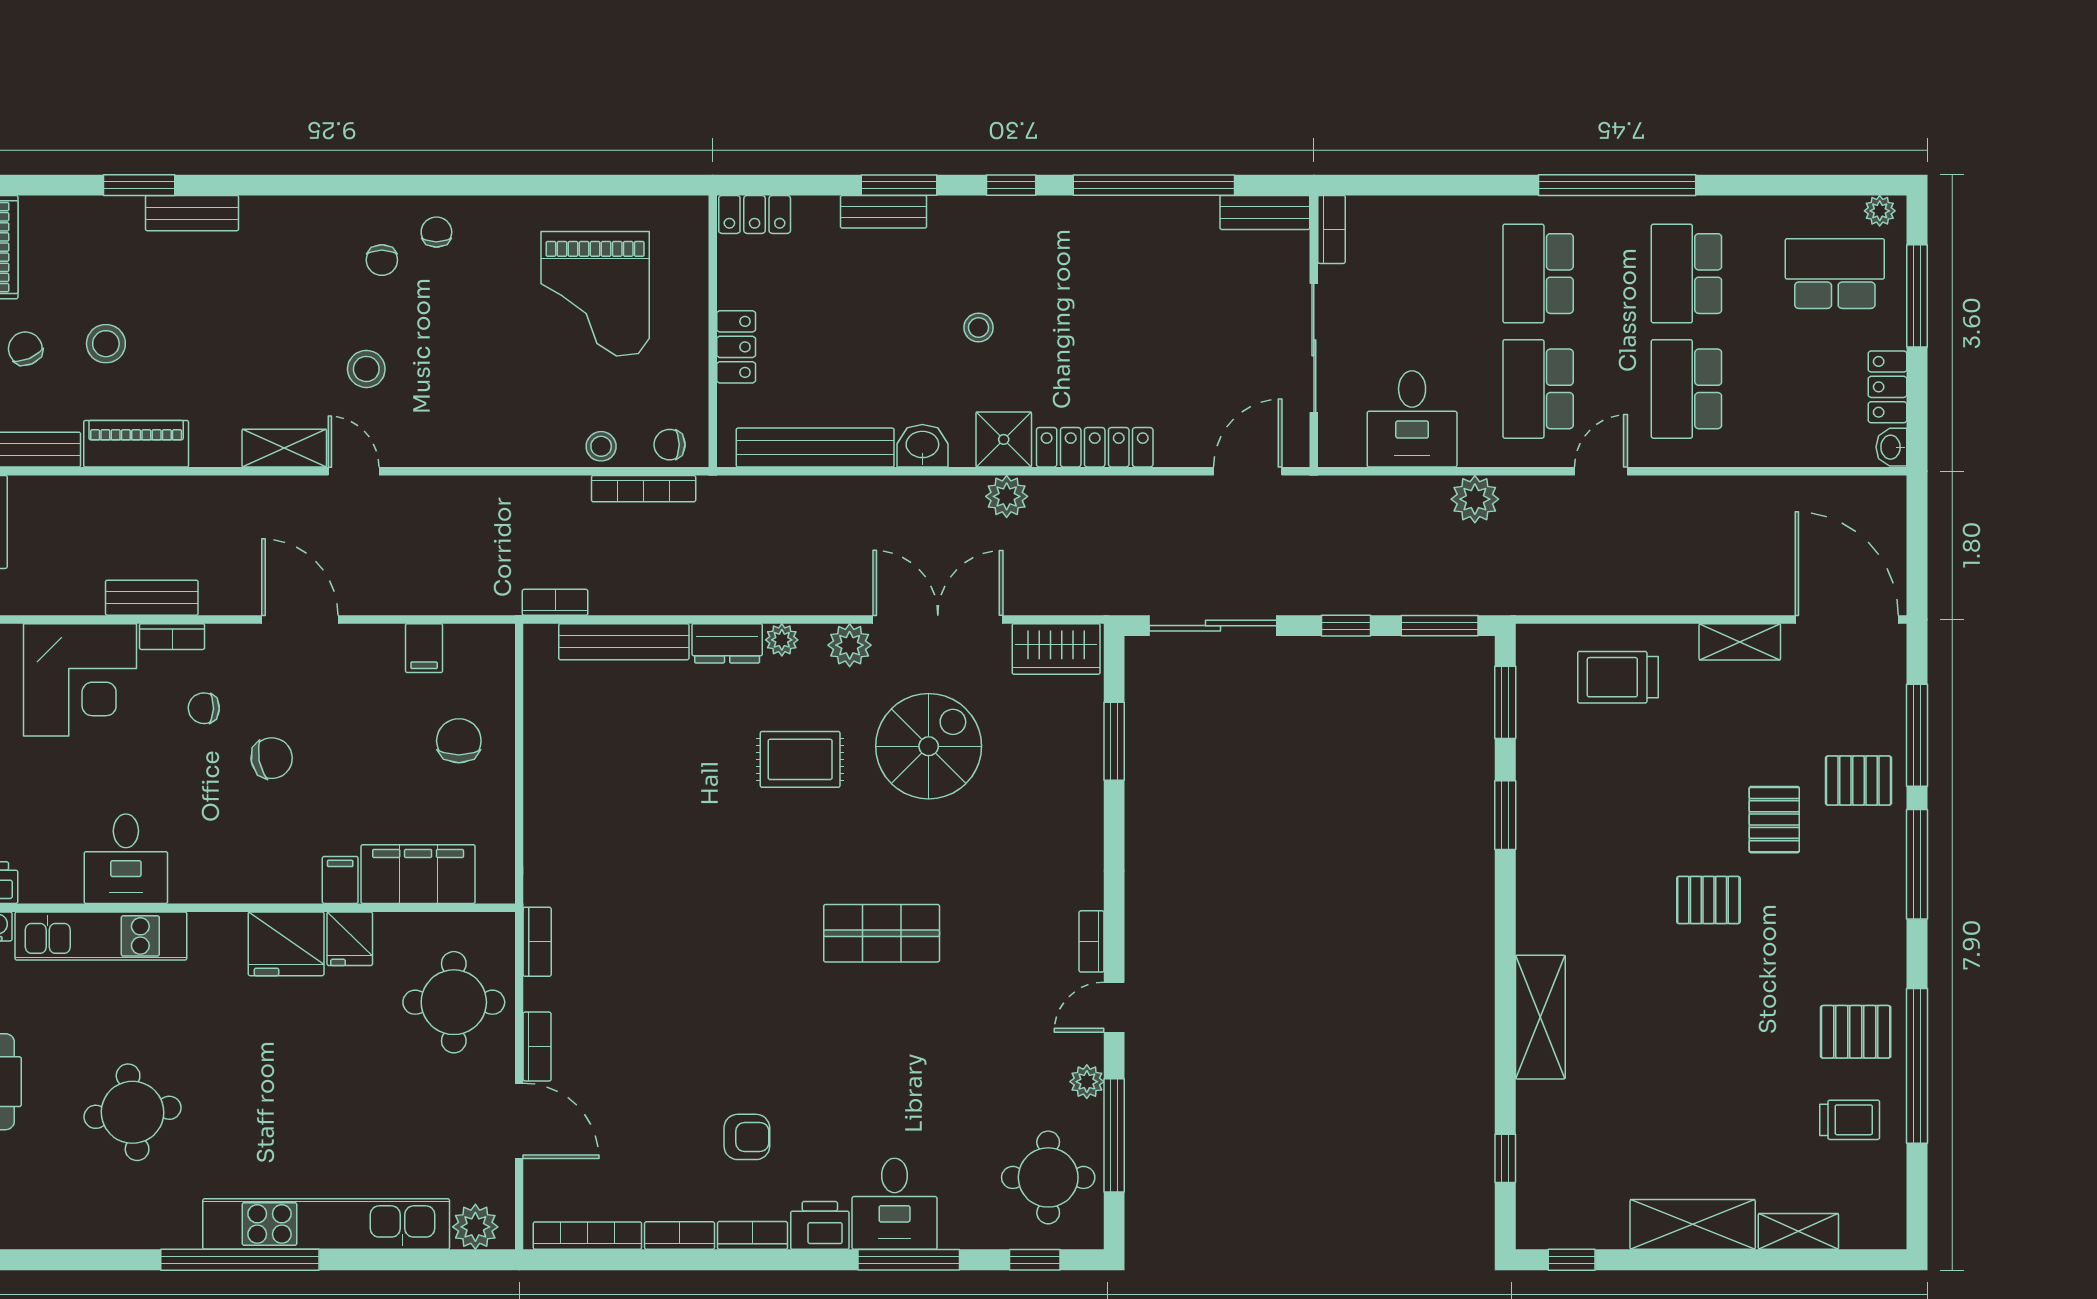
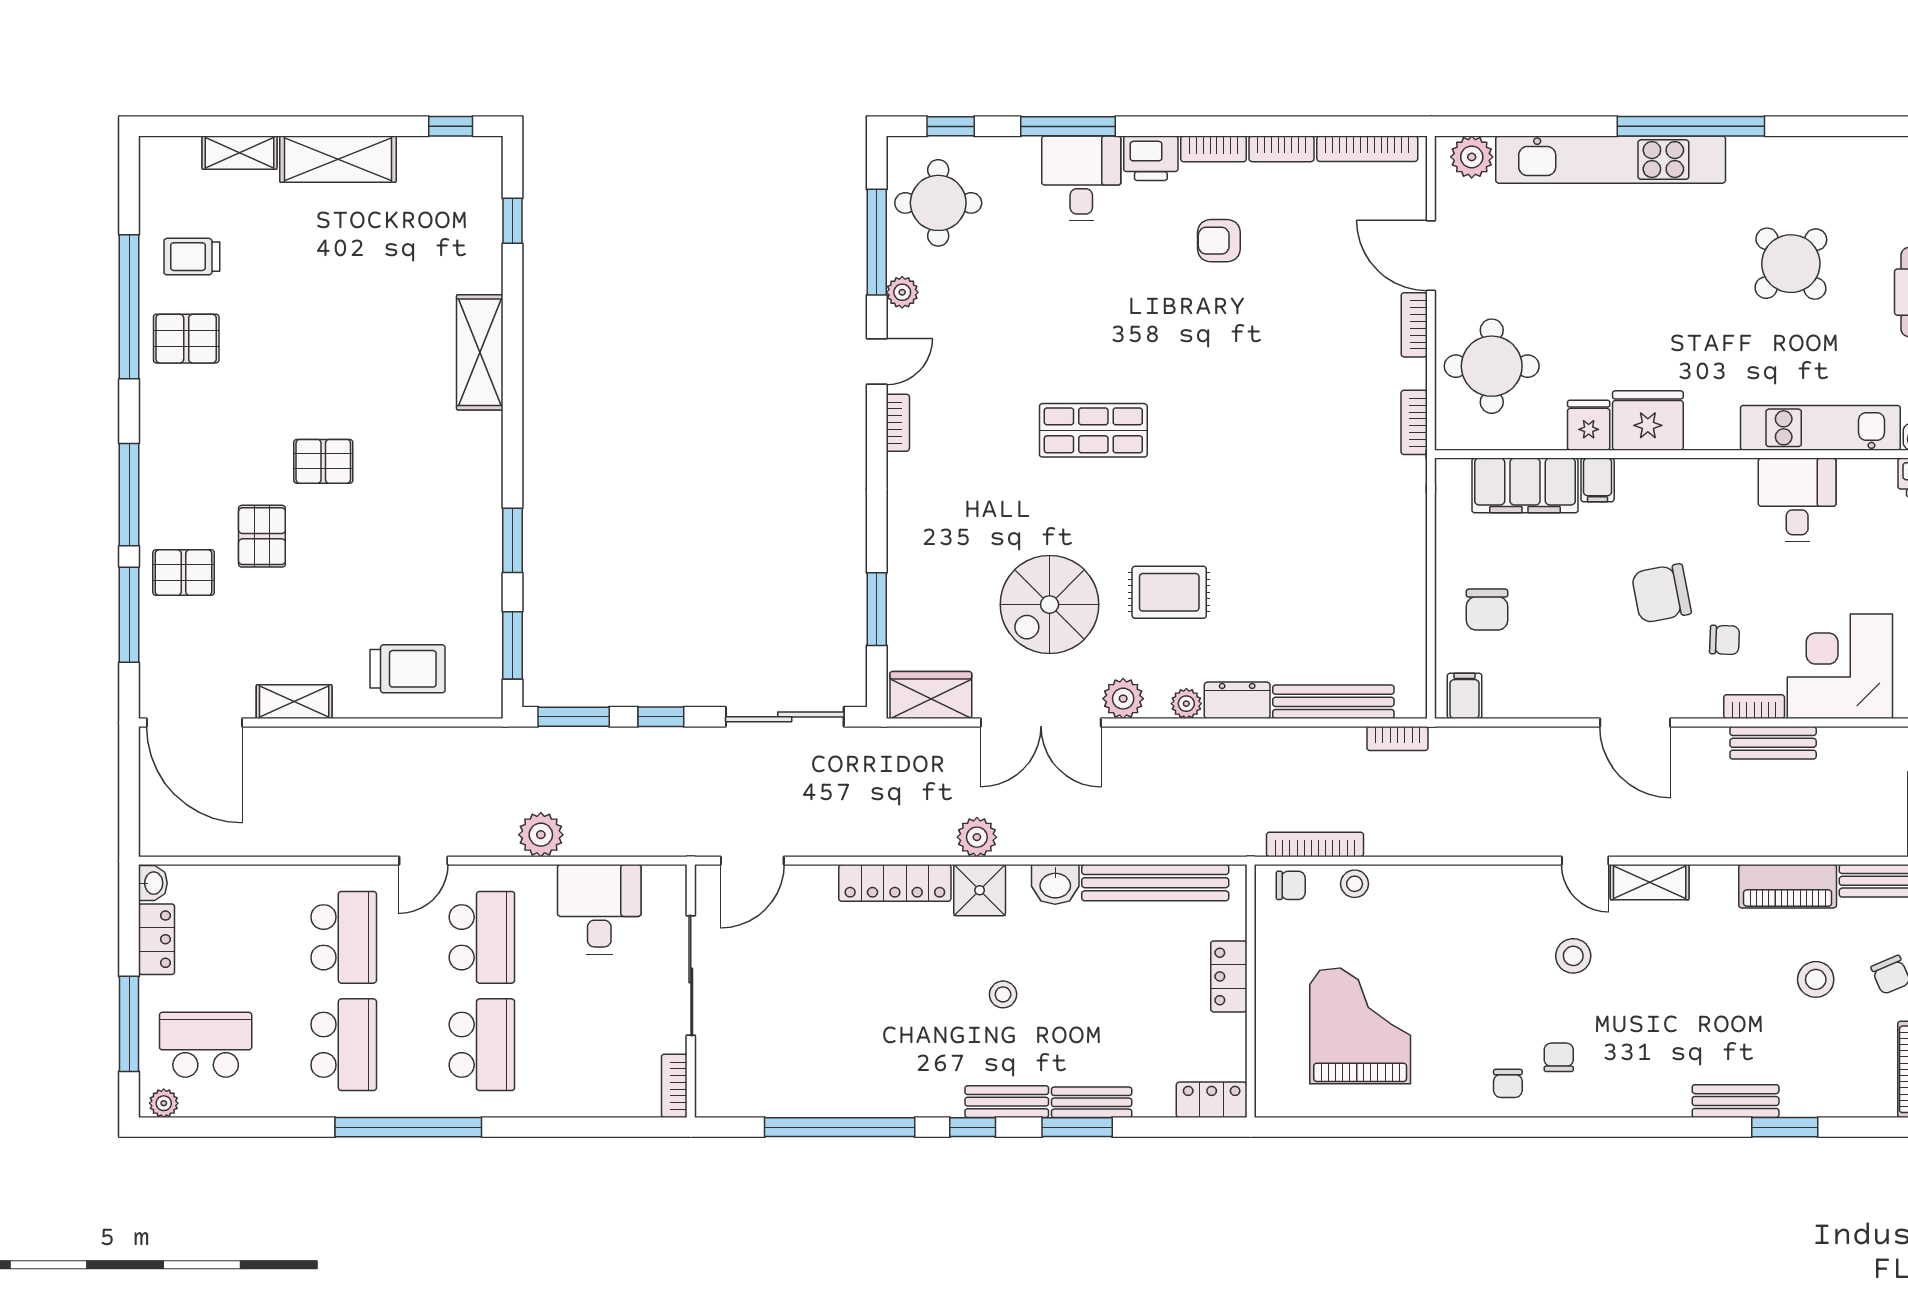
bench: (1265, 212) -> (1007, 1102), moved
school desk: (1835, 274) -> (206, 1045), turned 180
filing cabinet: (424, 648) -> (1465, 696), moved
chair: (272, 758) -> (1661, 593), width x1.37, depth x1.37
round table: (133, 1112) -> (1791, 264), turned -37

